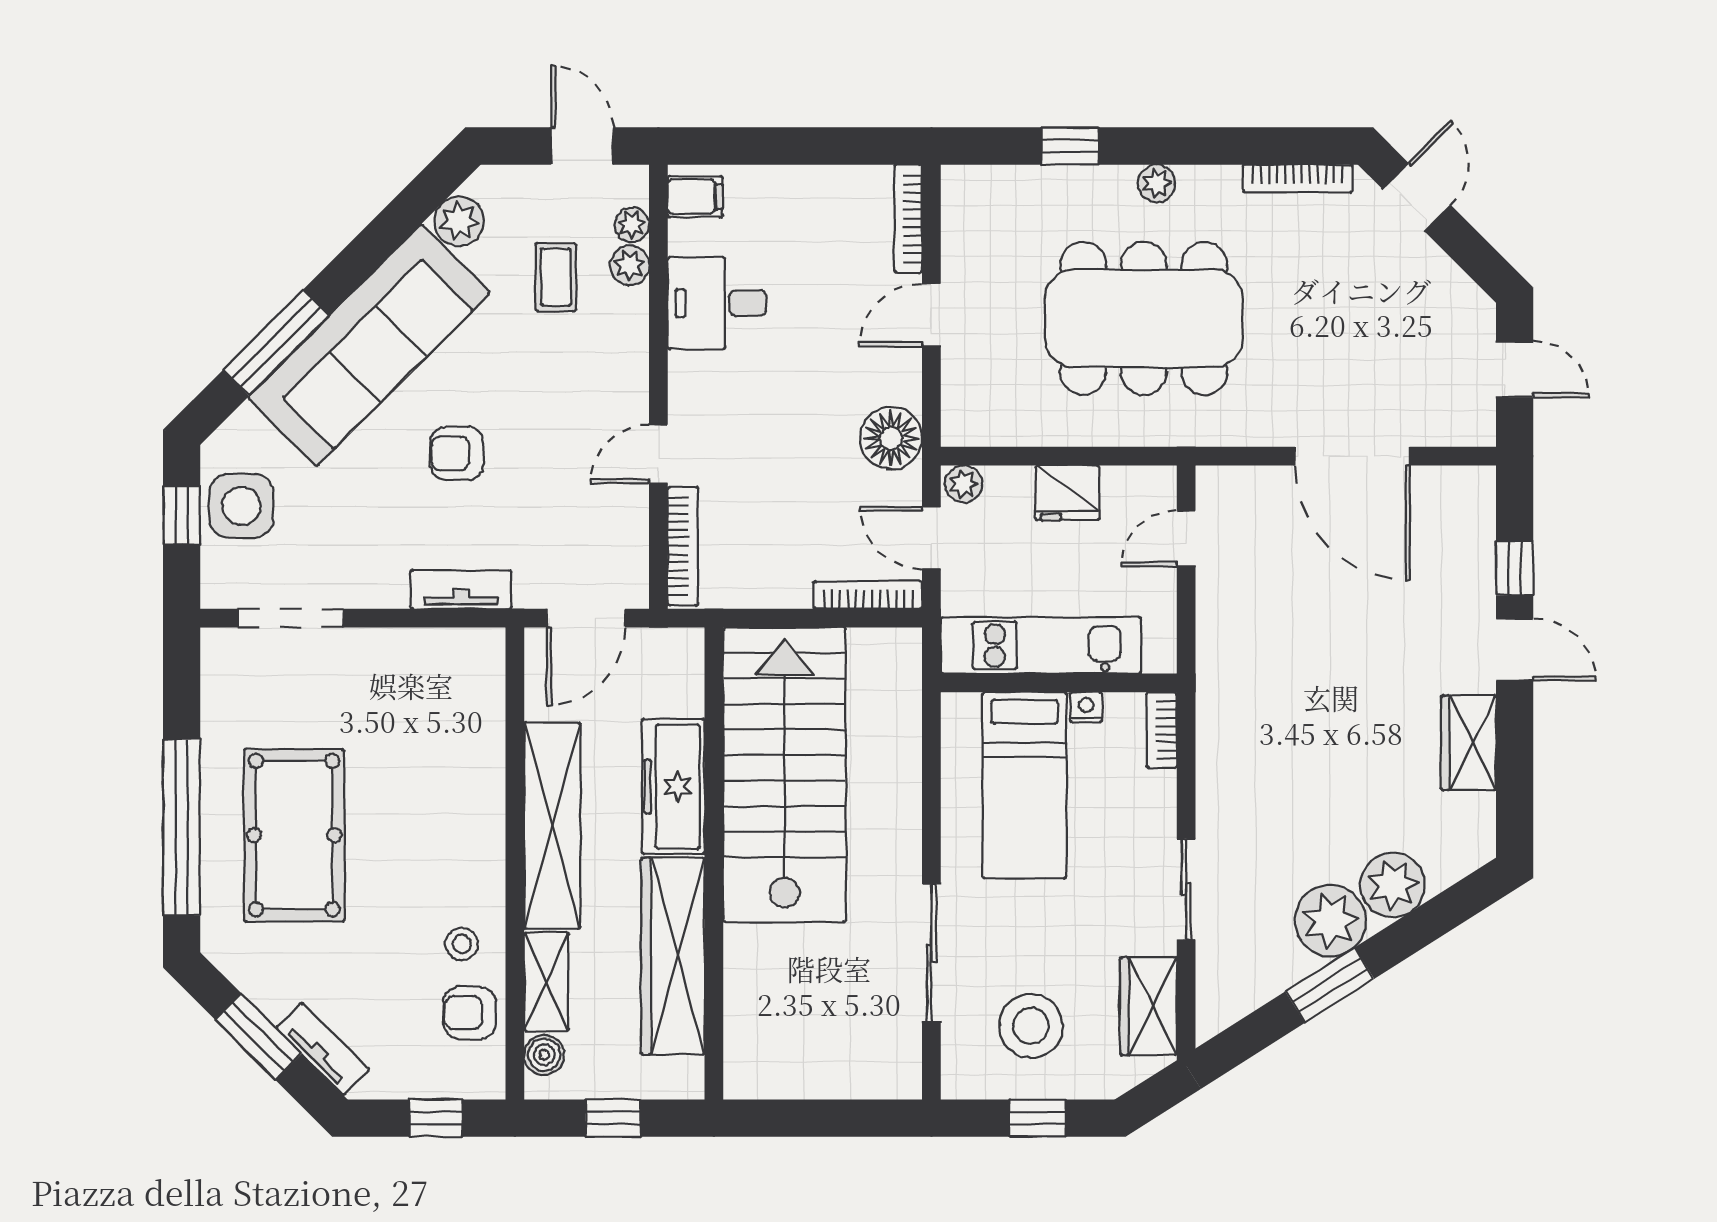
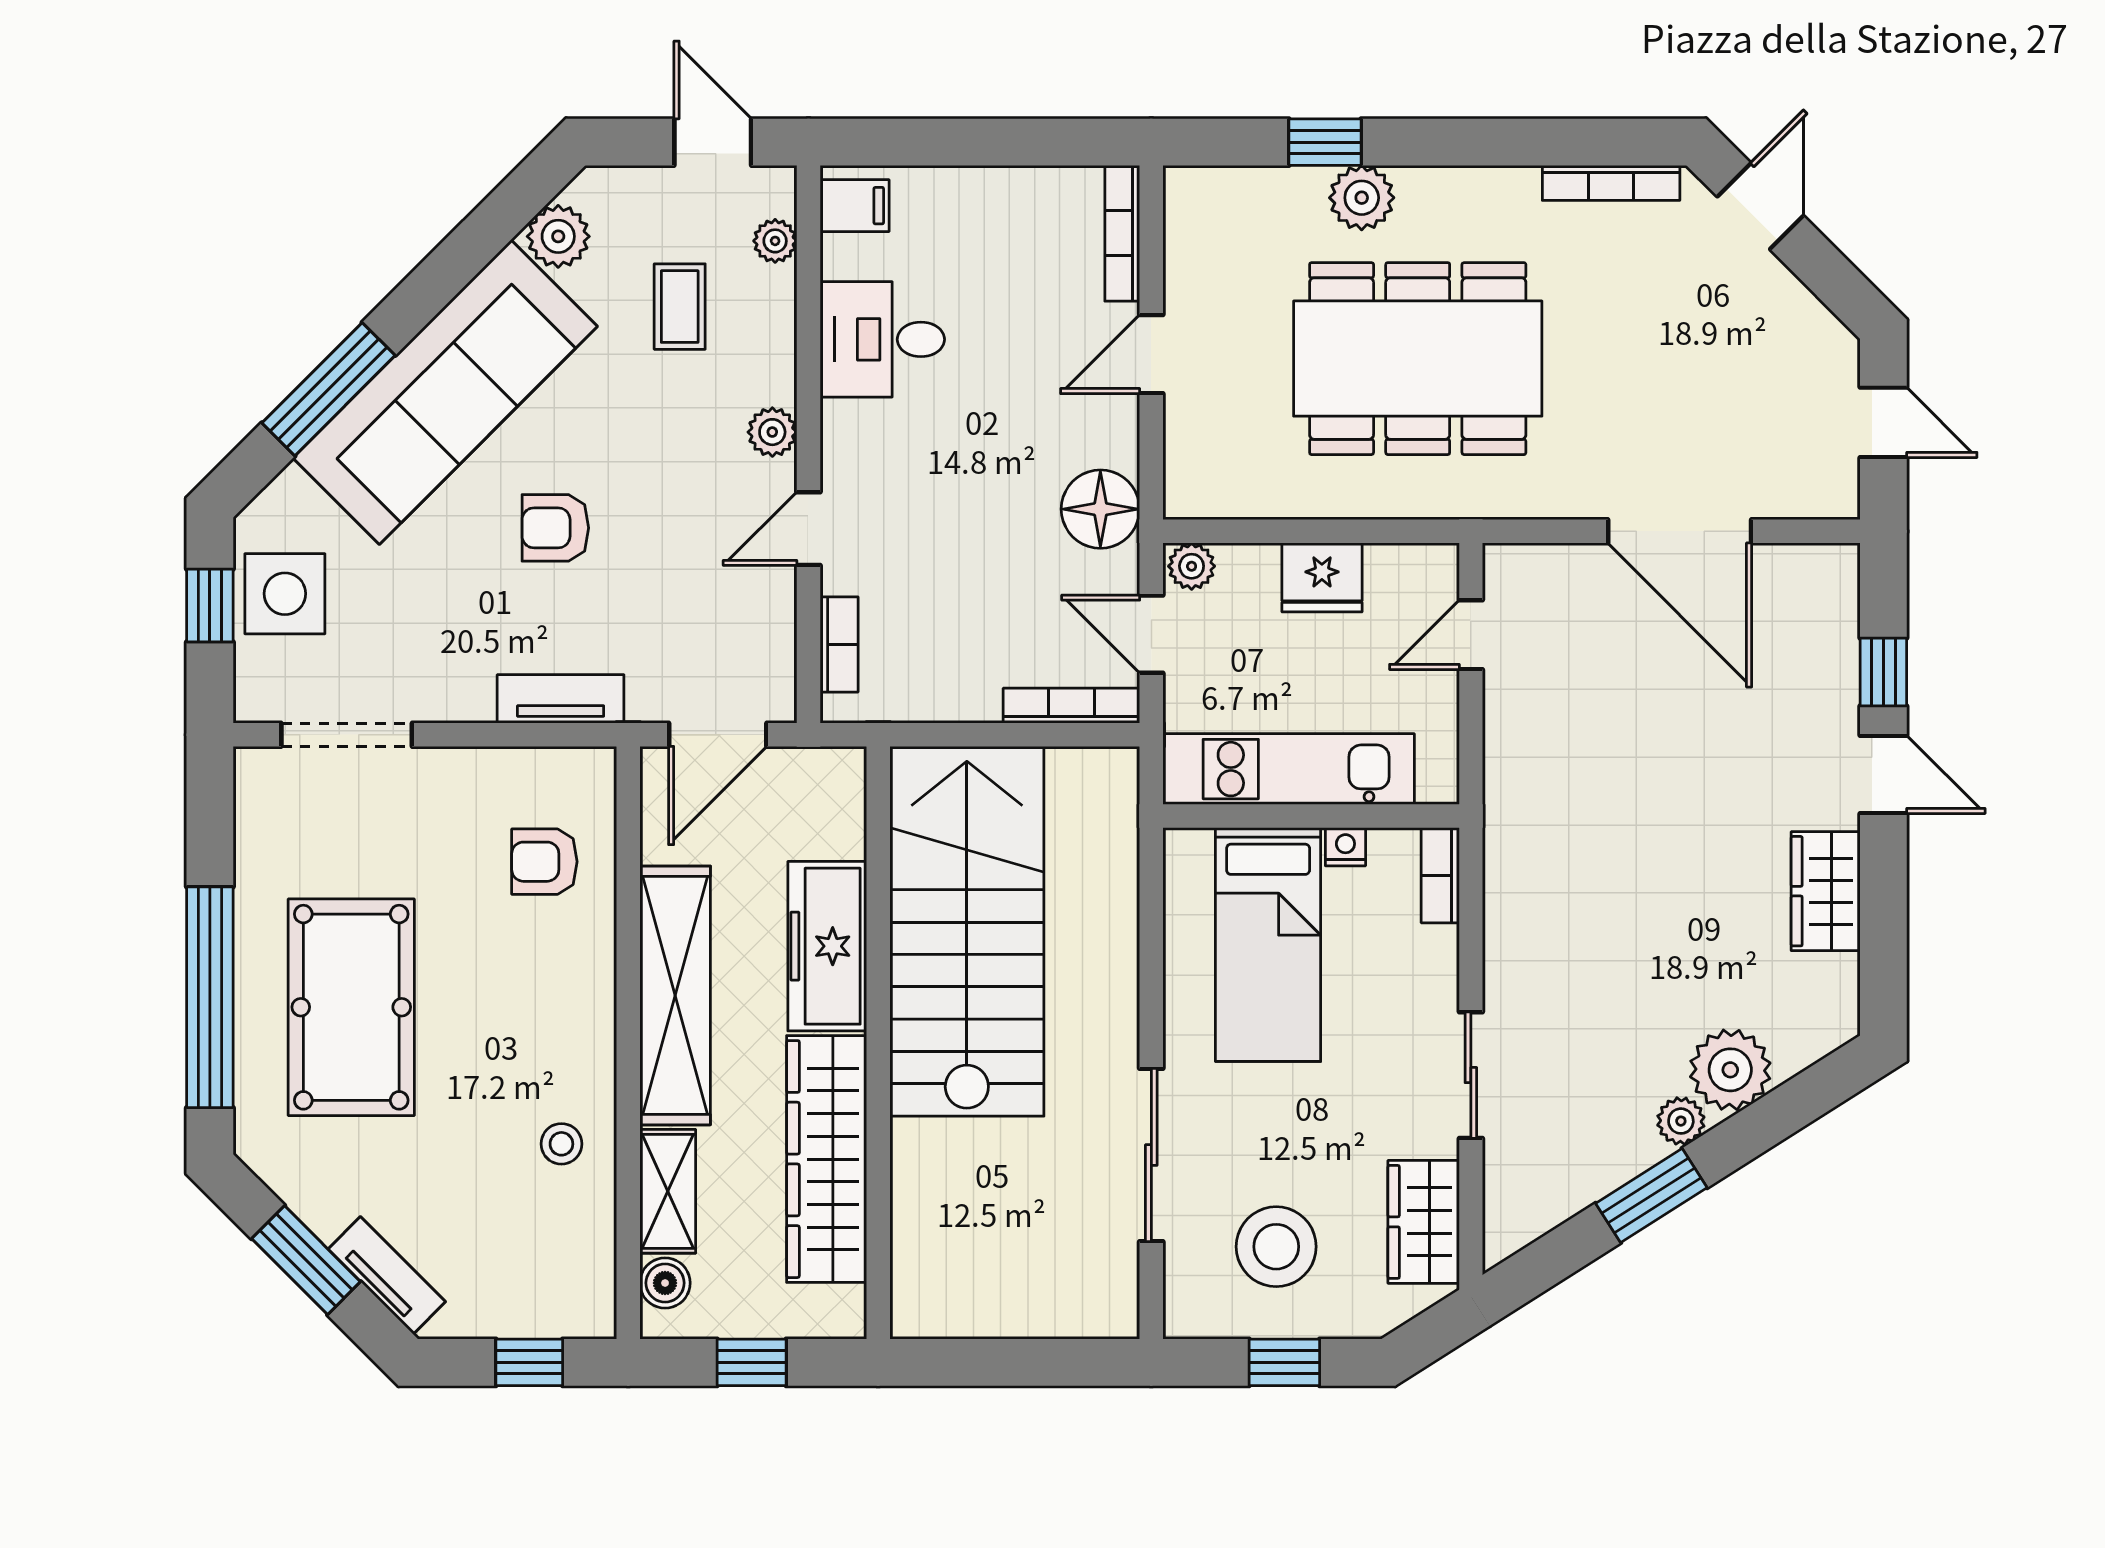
plant: (1157, 183) -> (1362, 198), moved, width x1.38, depth x1.38
plant: (630, 265) -> (772, 432), moved
bookcase: (683, 546) -> (839, 644), width x0.64
plant: (1330, 921) -> (1681, 1121), width x0.53, depth x0.53
armchair: (470, 1013) -> (544, 862), moved

